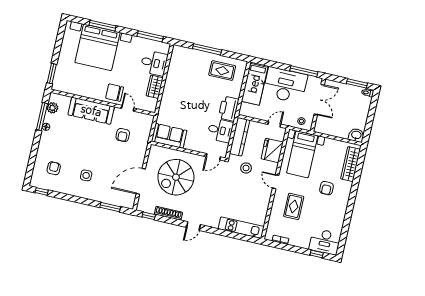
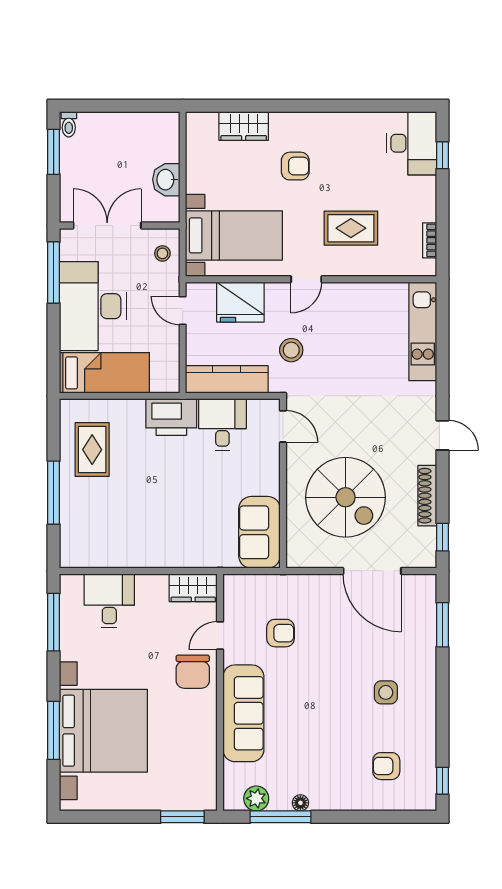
wardrobe: (155, 87) -> (193, 588), moved
washbasin: (356, 135) -> (166, 180), moved
wardrobe: (351, 164) -> (244, 126), width x0.67

